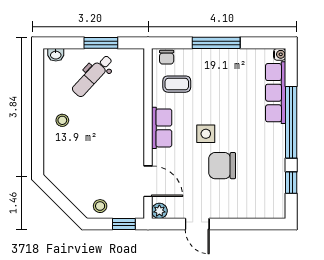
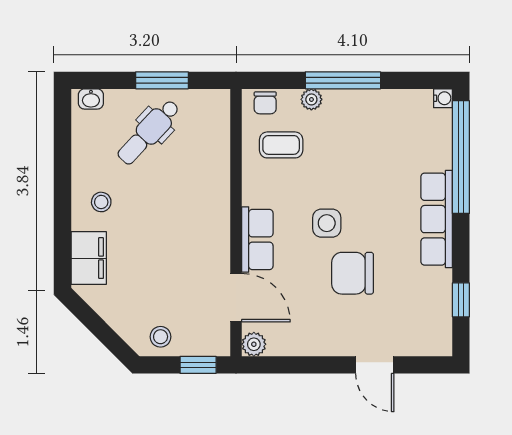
plant: (196, 55) -> (311, 99), added
row of seats: (276, 93) -> (437, 219), moved
window: (291, 122) -> (461, 157), moved
row of seats: (162, 128) -> (257, 240), moved
filing cabinet: (54, 156) -> (89, 258), added
door: (197, 224) -> (375, 365), moved

